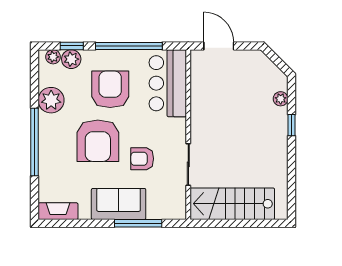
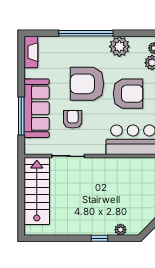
sofa: (119, 204) -> (37, 108), width x1.36

